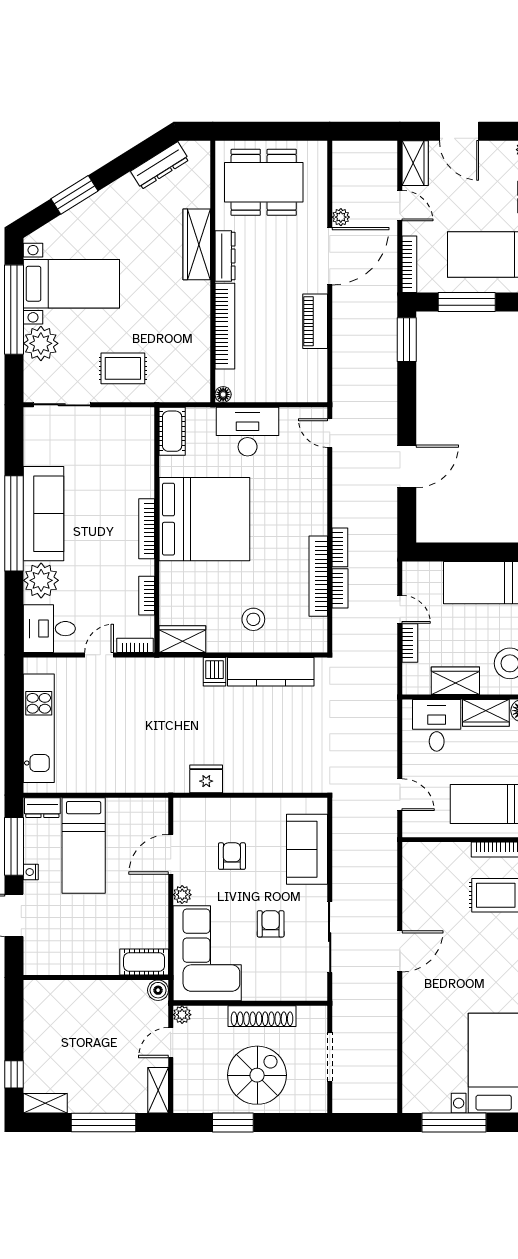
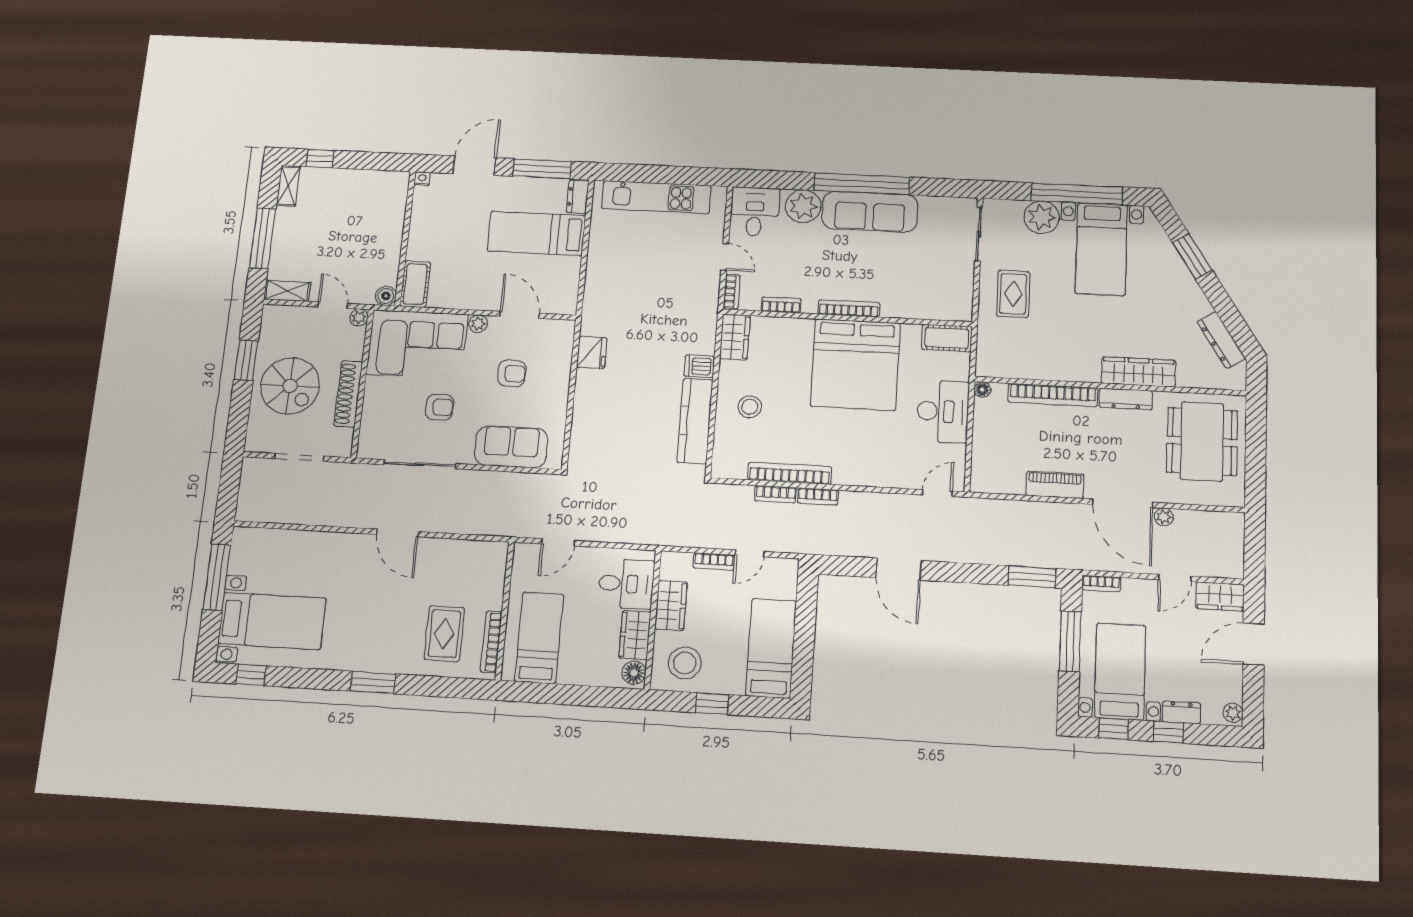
bookcase: (409, 264) -> (1101, 584), width x0.64
nightstand: (31, 872) -> (422, 179), moved

